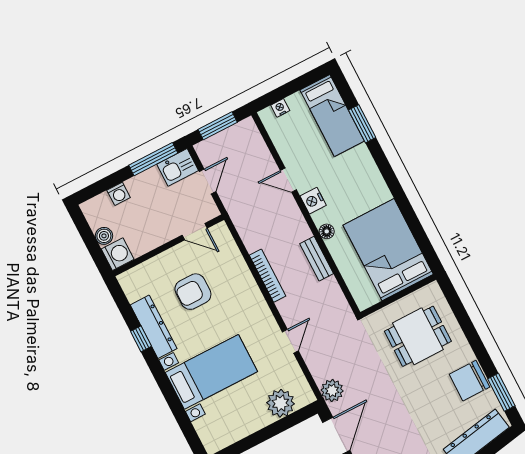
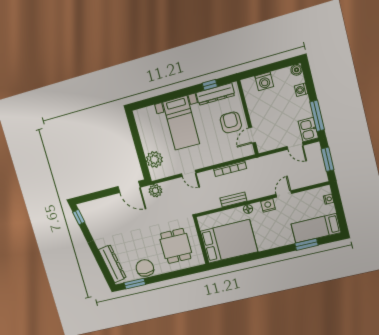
door: (195, 232) -> (252, 135), moved
boiler: (104, 236) -> (297, 70), moved
wall: (168, 245) -> (248, 118), moved

